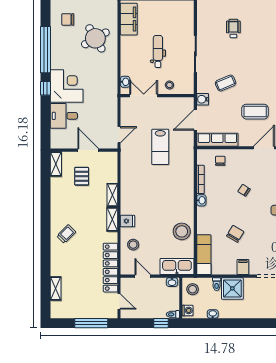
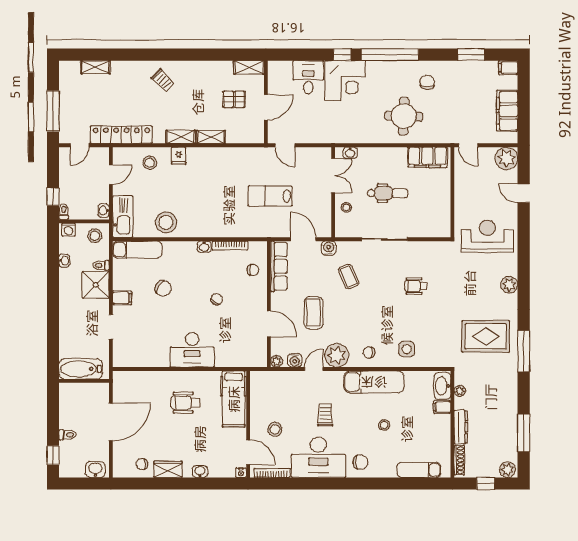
wheelchair: (233, 28) -> (416, 286), turned 180
round table: (95, 38) -> (404, 116), turned 32

